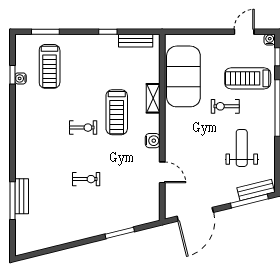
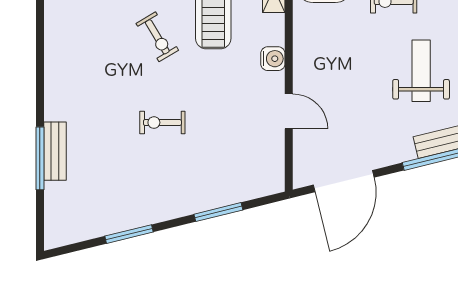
exercise bike: (83, 128) -> (157, 37), turned 59
exercise bike: (86, 179) -> (162, 123), turned 180
window: (66, 246) -> (129, 234), added

